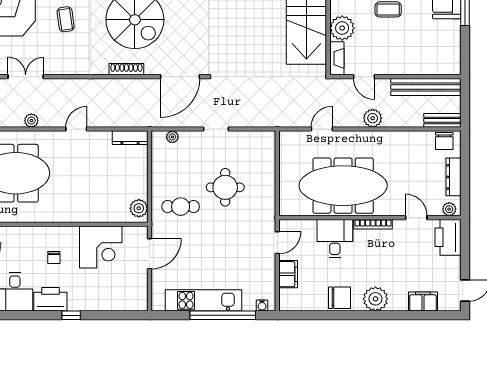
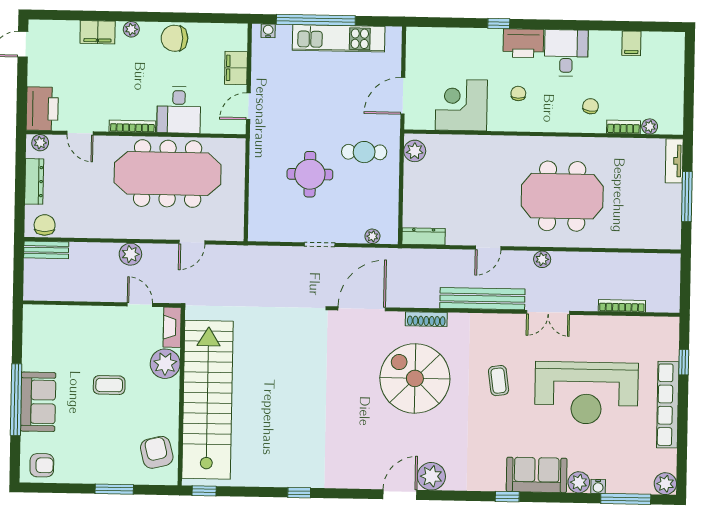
bench: (426, 87) -> (482, 299), moved
plant: (375, 299) -> (131, 29), width x0.53, depth x0.53
filing cabinet: (423, 302) -> (98, 32), moved

